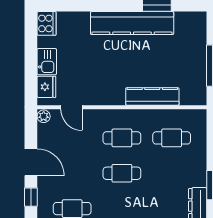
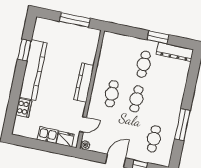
cooker: (47, 23) -> (24, 108), moved, turned 90
kitchen counter: (152, 96) -> (84, 83), moved
cafe table: (172, 138) -> (144, 64), moved

